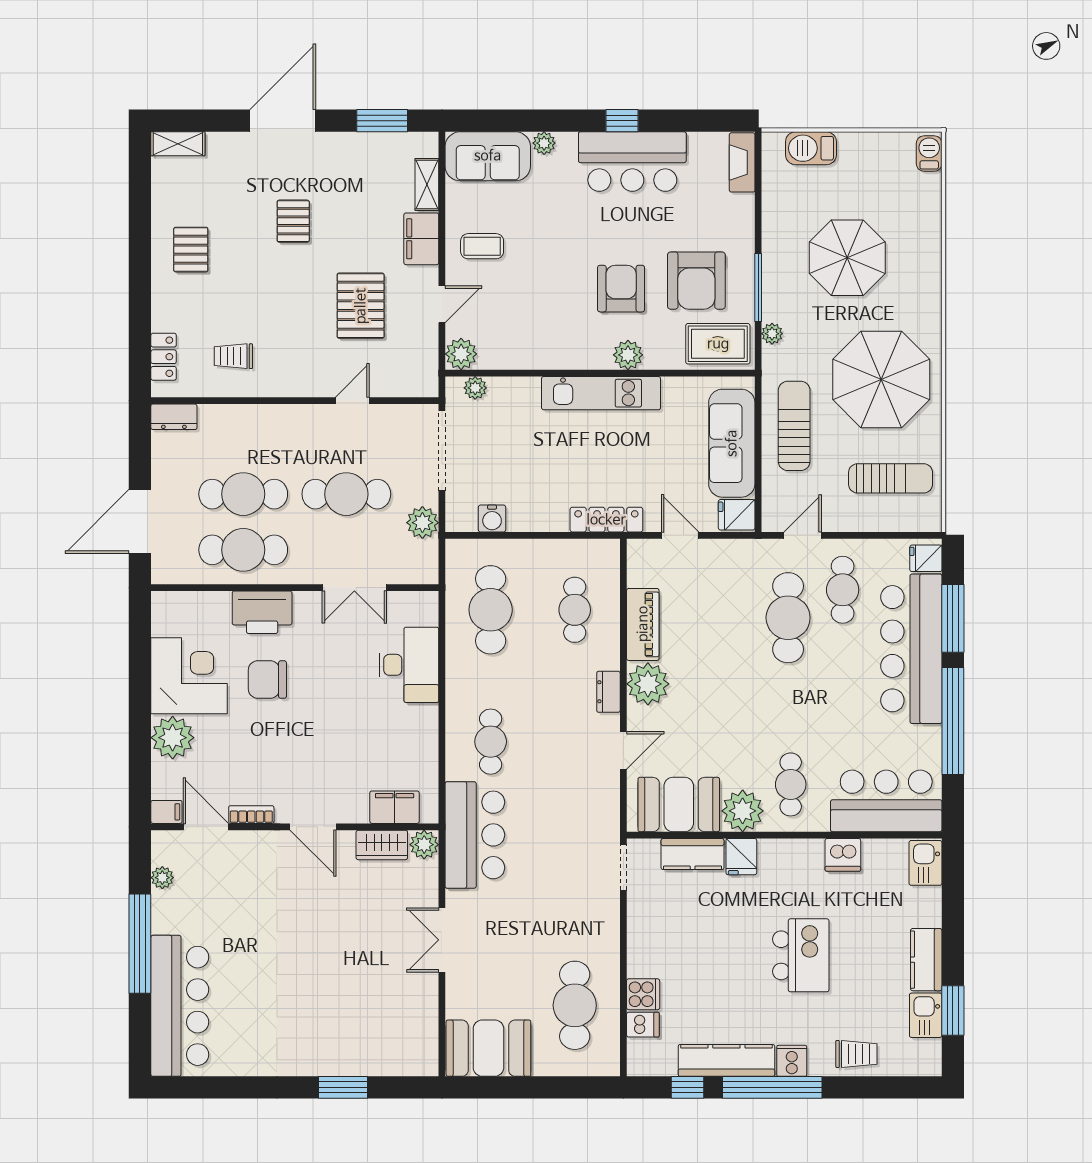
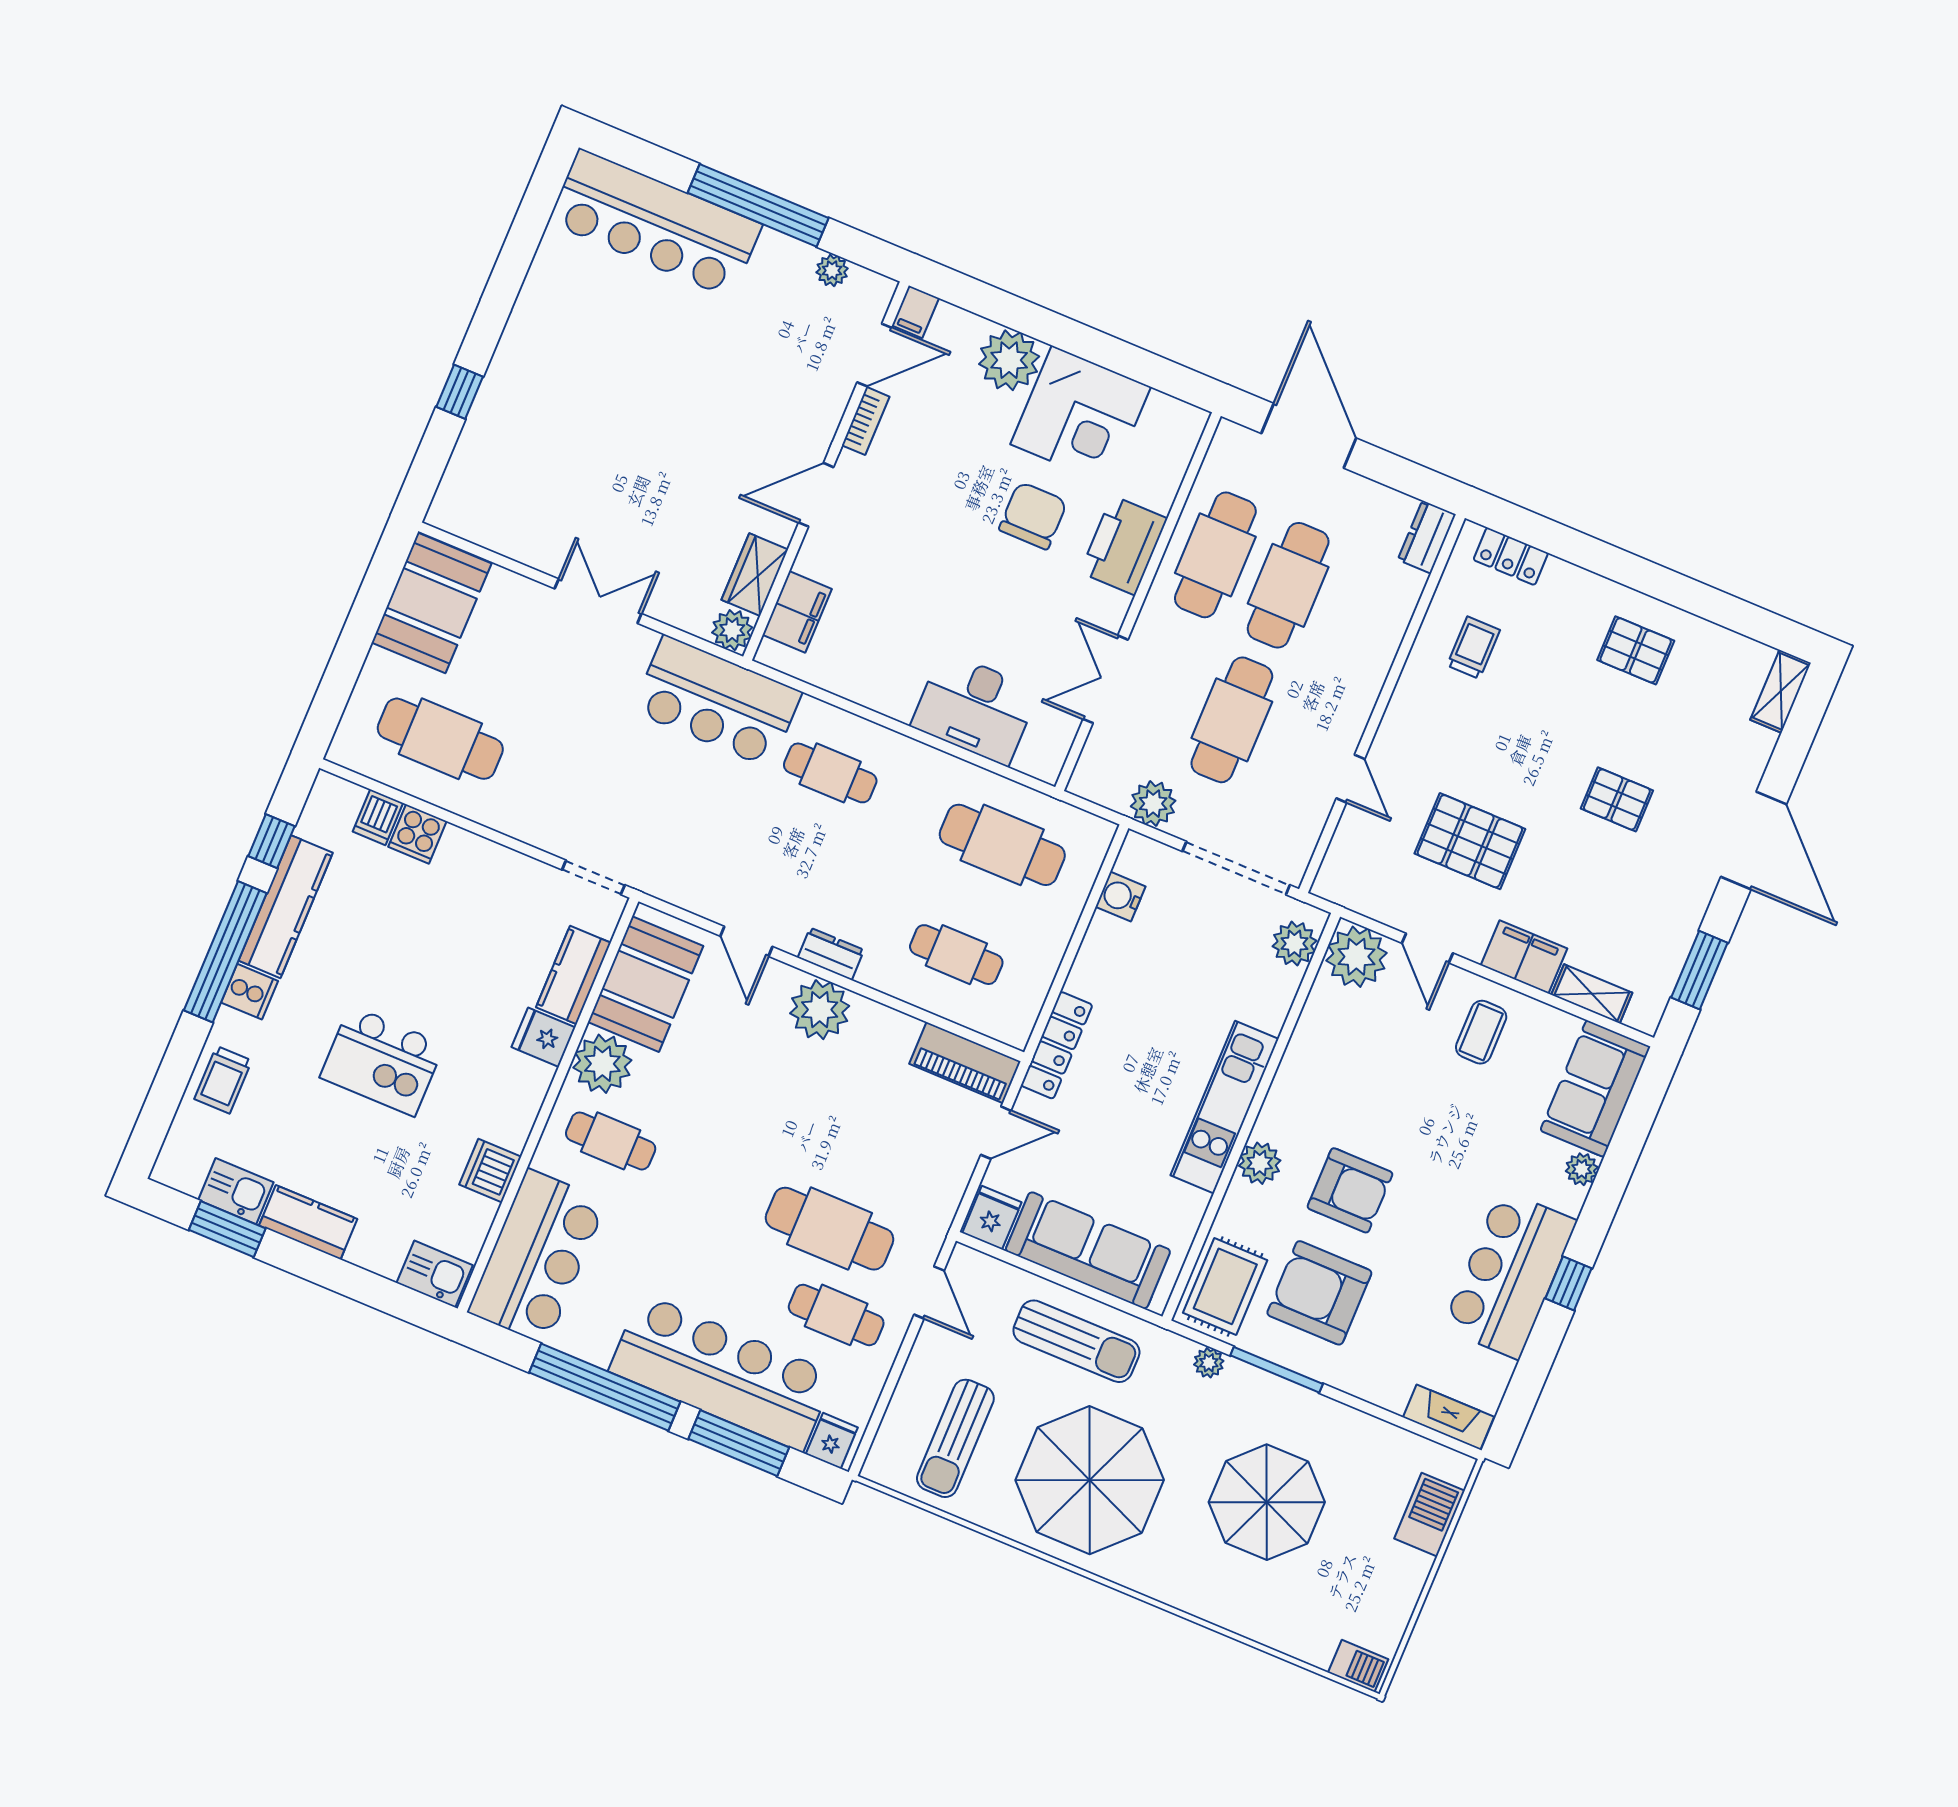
plant: (461, 354) -> (1356, 957), width x1.36, depth x1.36
plant: (475, 388) -> (1294, 944), width x1.38, depth x1.38
piano: (643, 624) -> (965, 1063), moved
window: (343, 1087) -> (460, 392), width x0.67

